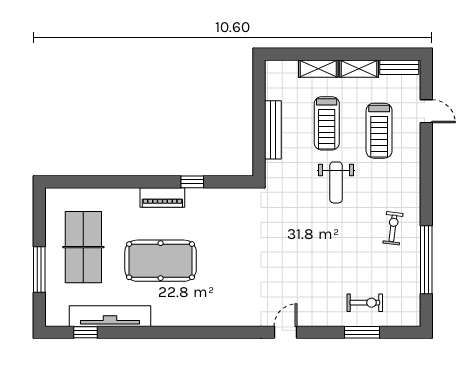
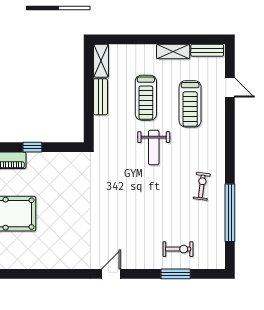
shelving: (318, 69) -> (101, 61), moved, turned 90
bench: (273, 130) -> (100, 97), width x0.73

